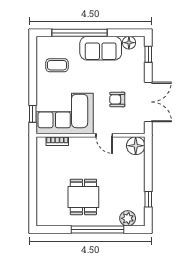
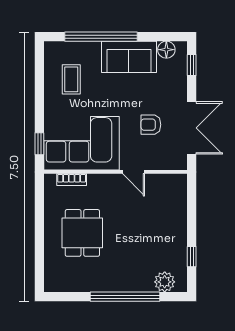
coffee table: (57, 65) -> (71, 79), turned 90
floor lamp: (136, 146) -> (175, 186), removed
dining table: (83, 197) -> (82, 233), moved

